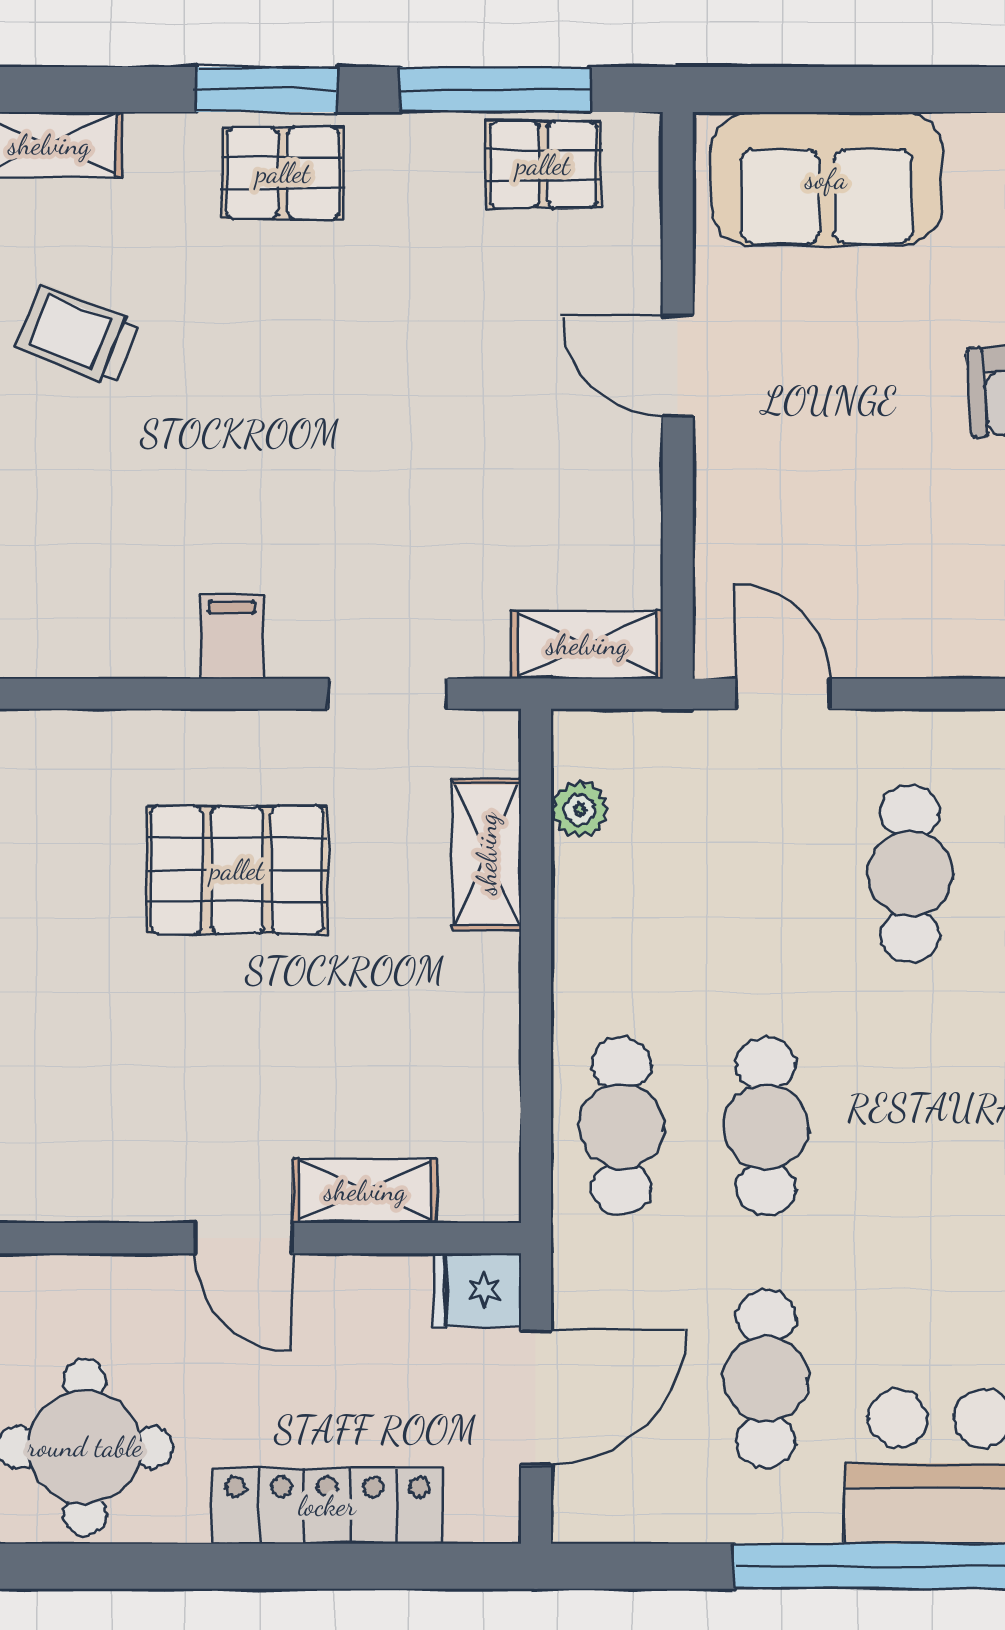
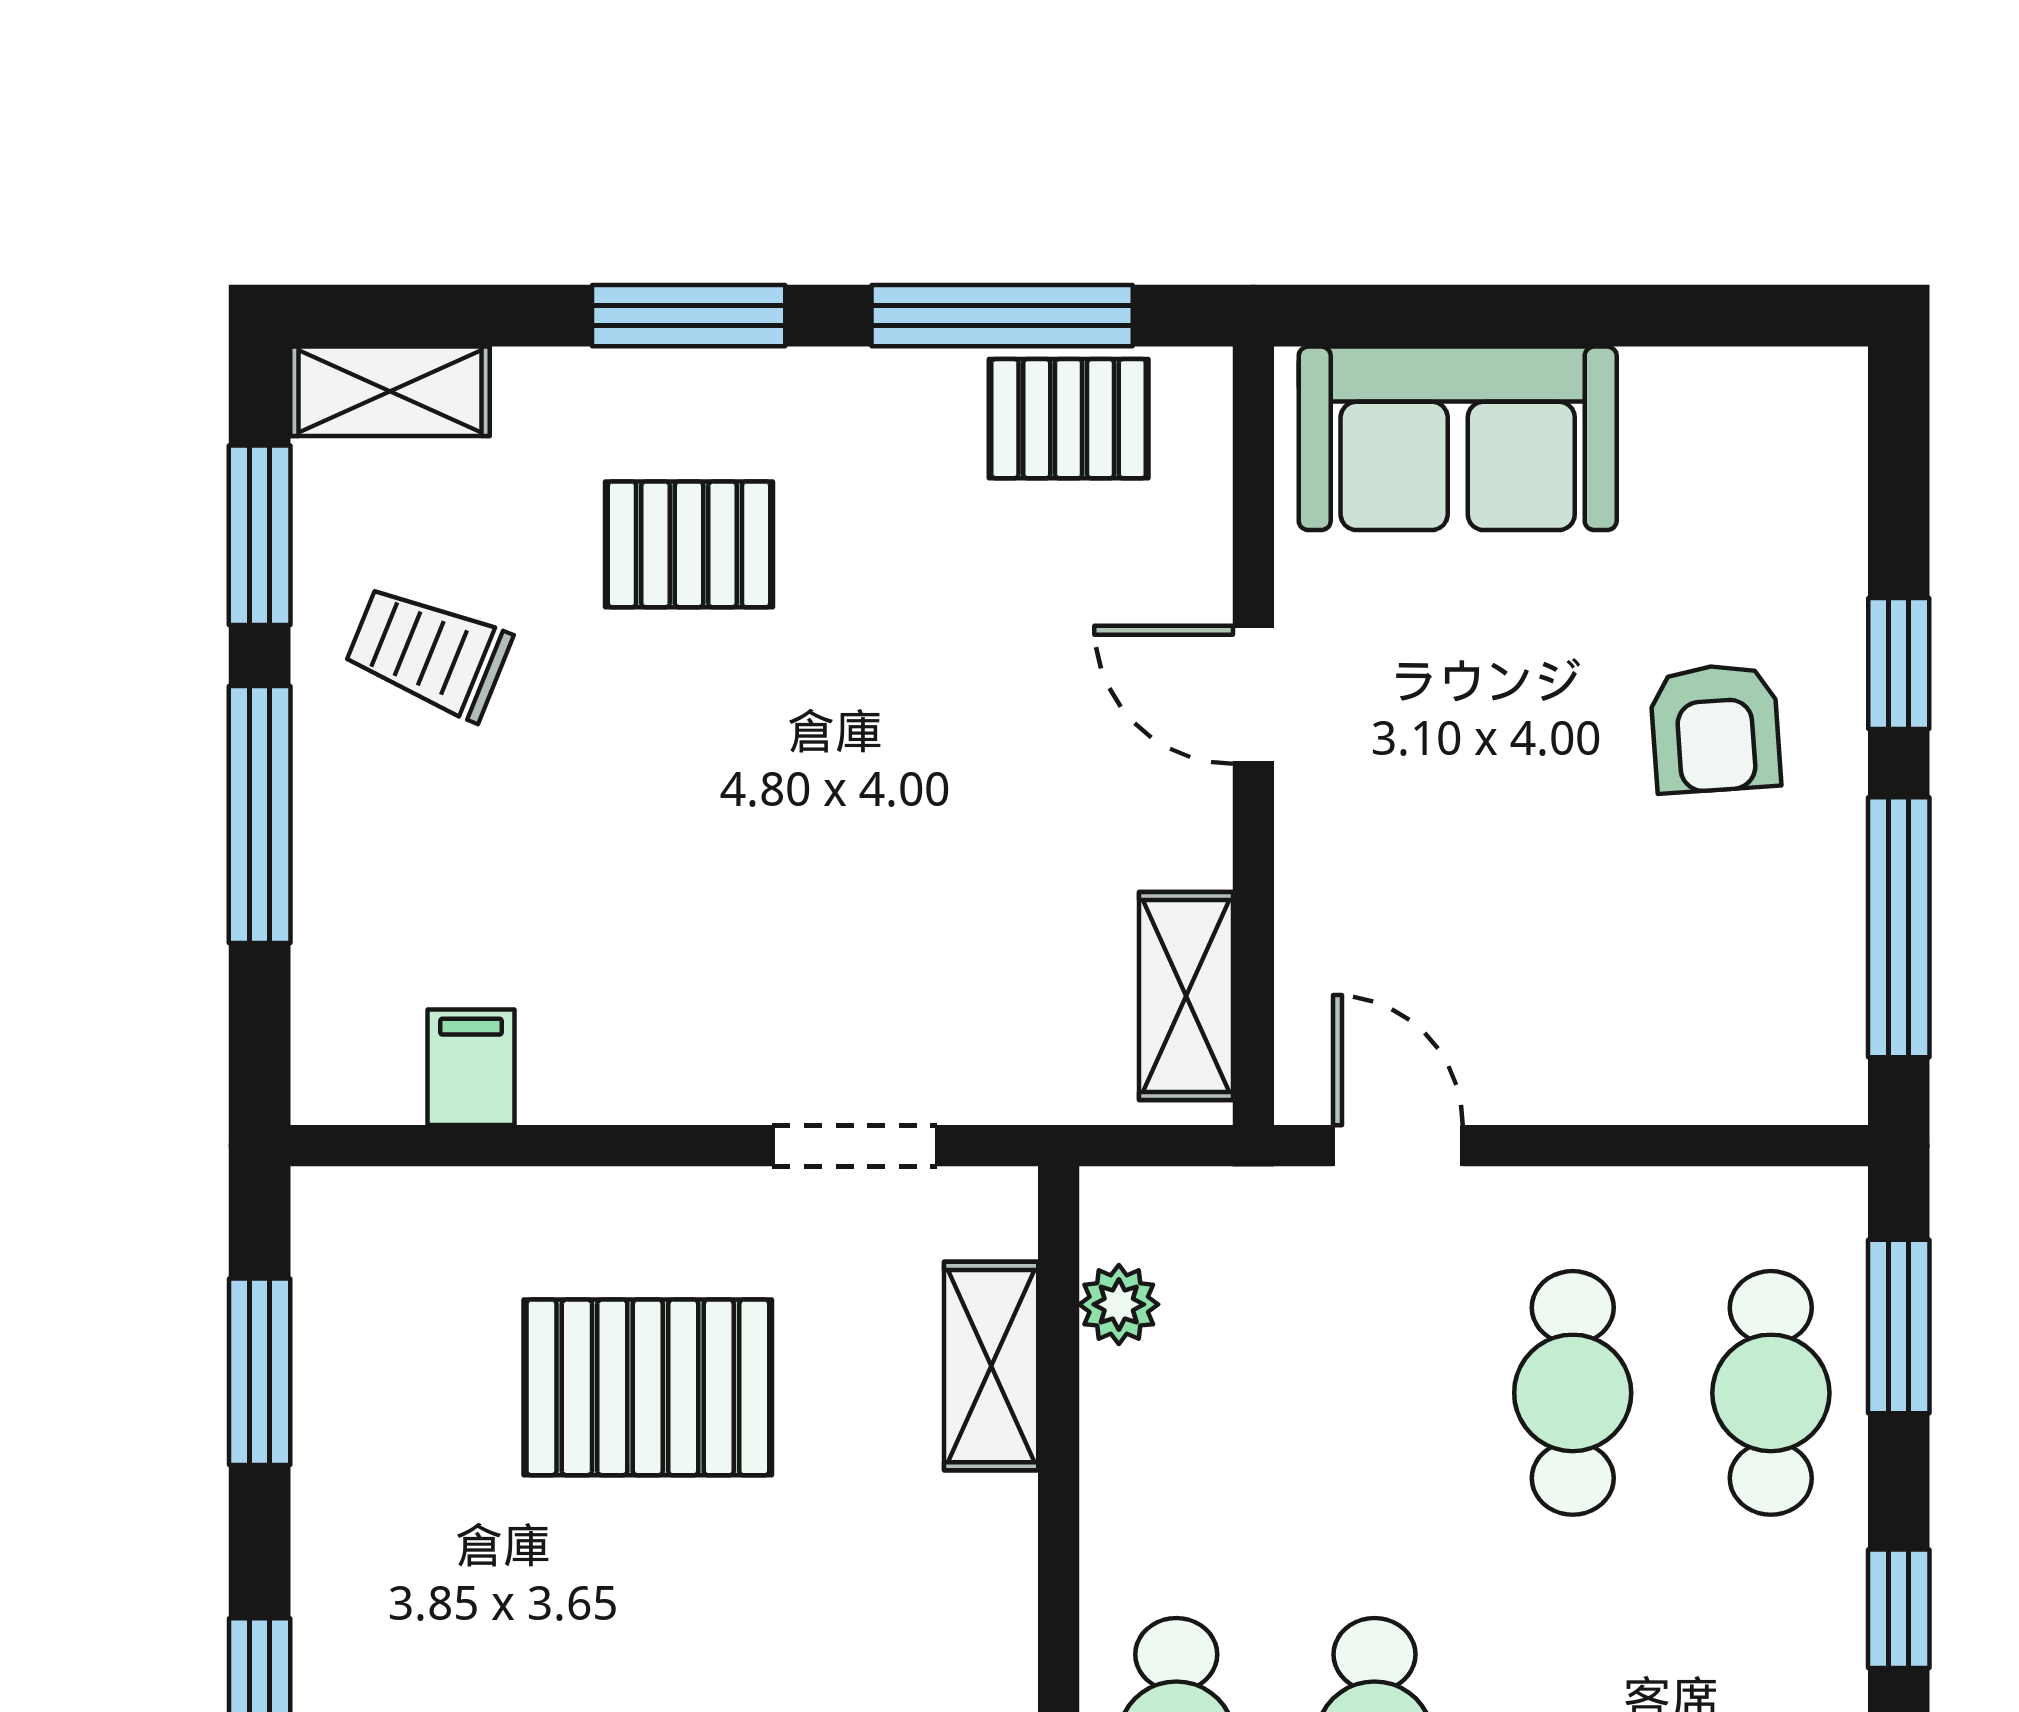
pallet: (283, 173) -> (689, 544), moved
filing cabinet: (231, 637) -> (471, 1067), moved
shelving: (587, 645) -> (1186, 996), moved, turned 90

